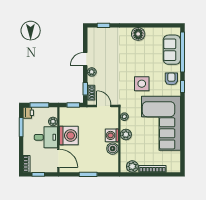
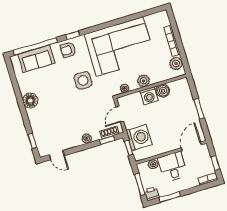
door: (85, 59) -> (57, 155), moved
washing machine: (69, 136) -> (139, 137), moved, turned 90

